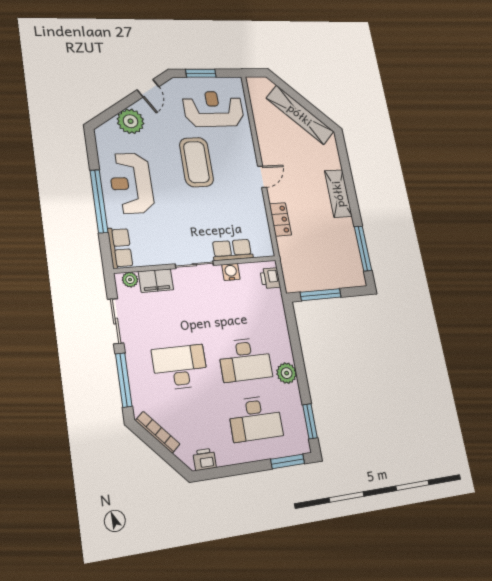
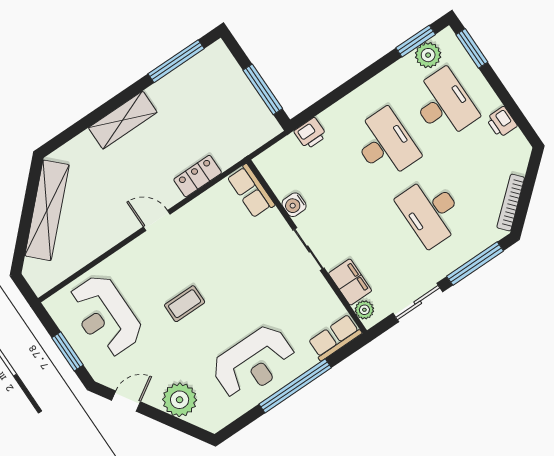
coffee table: (196, 162) -> (185, 304), width x0.54, depth x0.58
row of seats: (232, 250) -> (251, 191), moved
printer: (270, 278) -> (310, 133), moved
plant: (287, 373) -> (428, 55), moved
printer: (205, 459) -> (502, 122), moved

